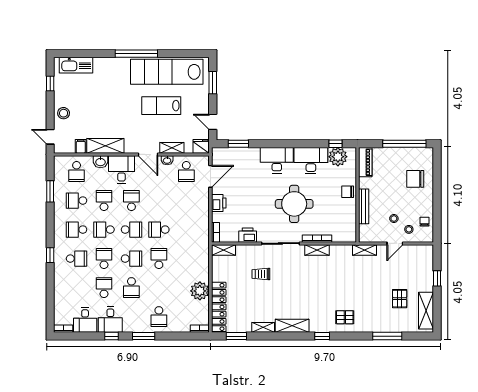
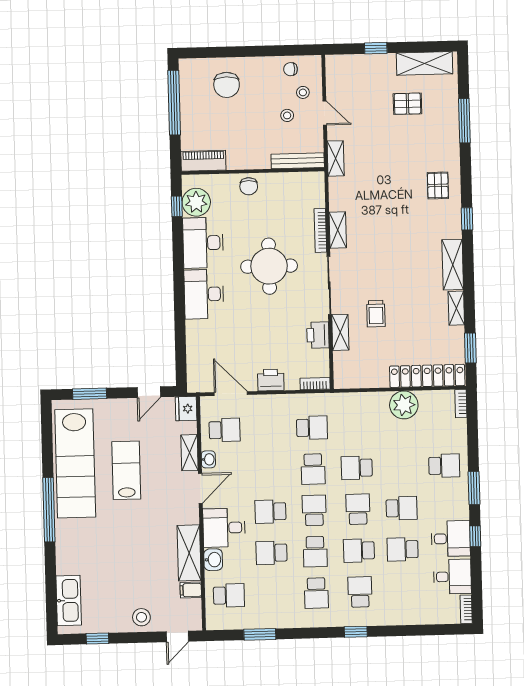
lab bench: (161, 106) -> (126, 470), turned 180
window: (238, 144) -> (181, 353), removed
school desk: (77, 201) -> (312, 428), moved, turned -90
bench: (364, 206) -> (298, 161), moved
shelving: (223, 250) -> (340, 332), moved

